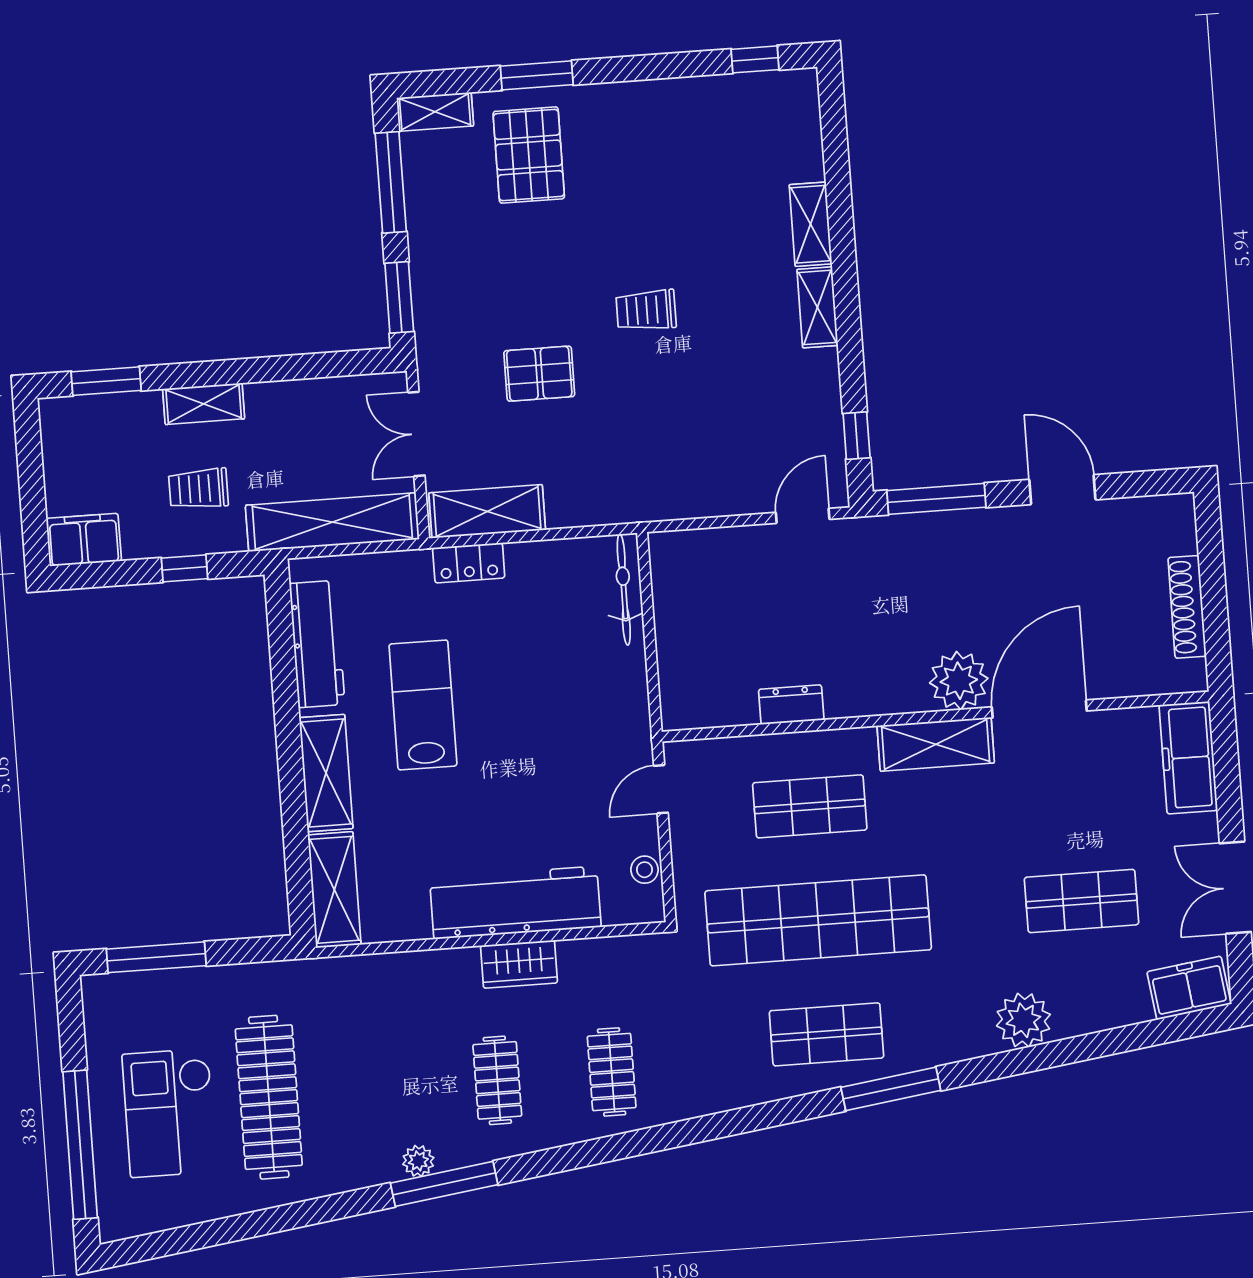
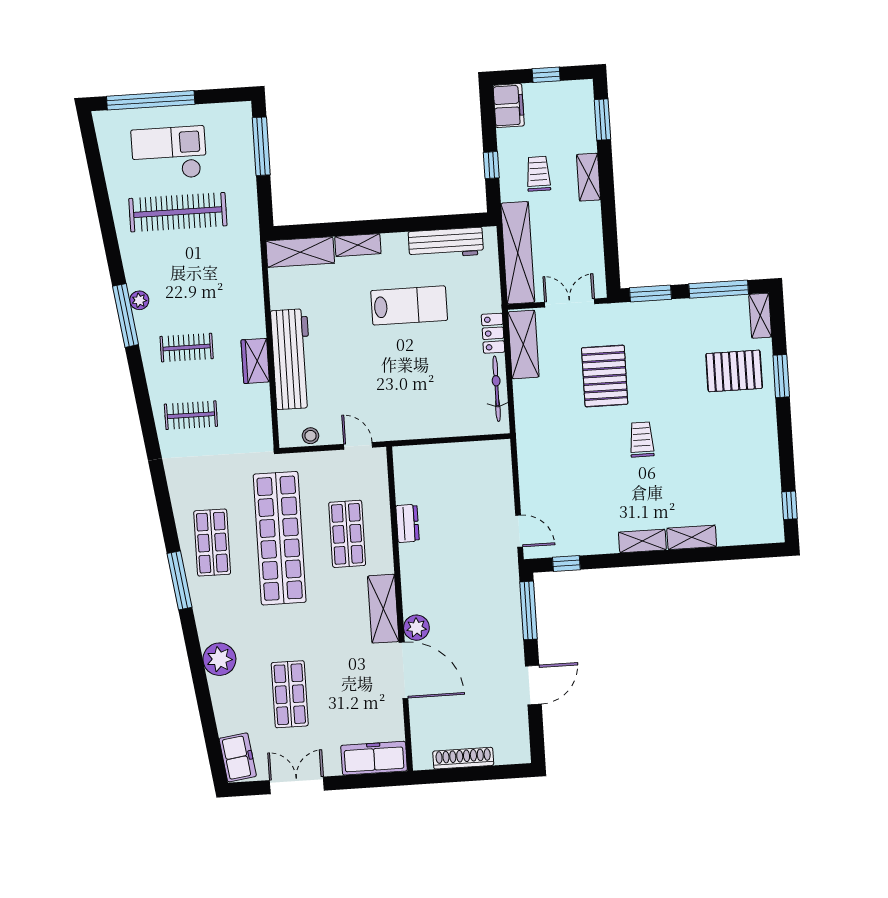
pallet: (539, 374) -> (605, 376), width x1.50, depth x1.42
window: (31, 477) -> (546, 75), added
bicycle: (624, 590) -> (497, 389), moved, turned -90
plant: (959, 681) -> (416, 628), width x0.73, depth x0.73
shelving: (326, 773) -> (358, 245), width x0.67, depth x0.75

